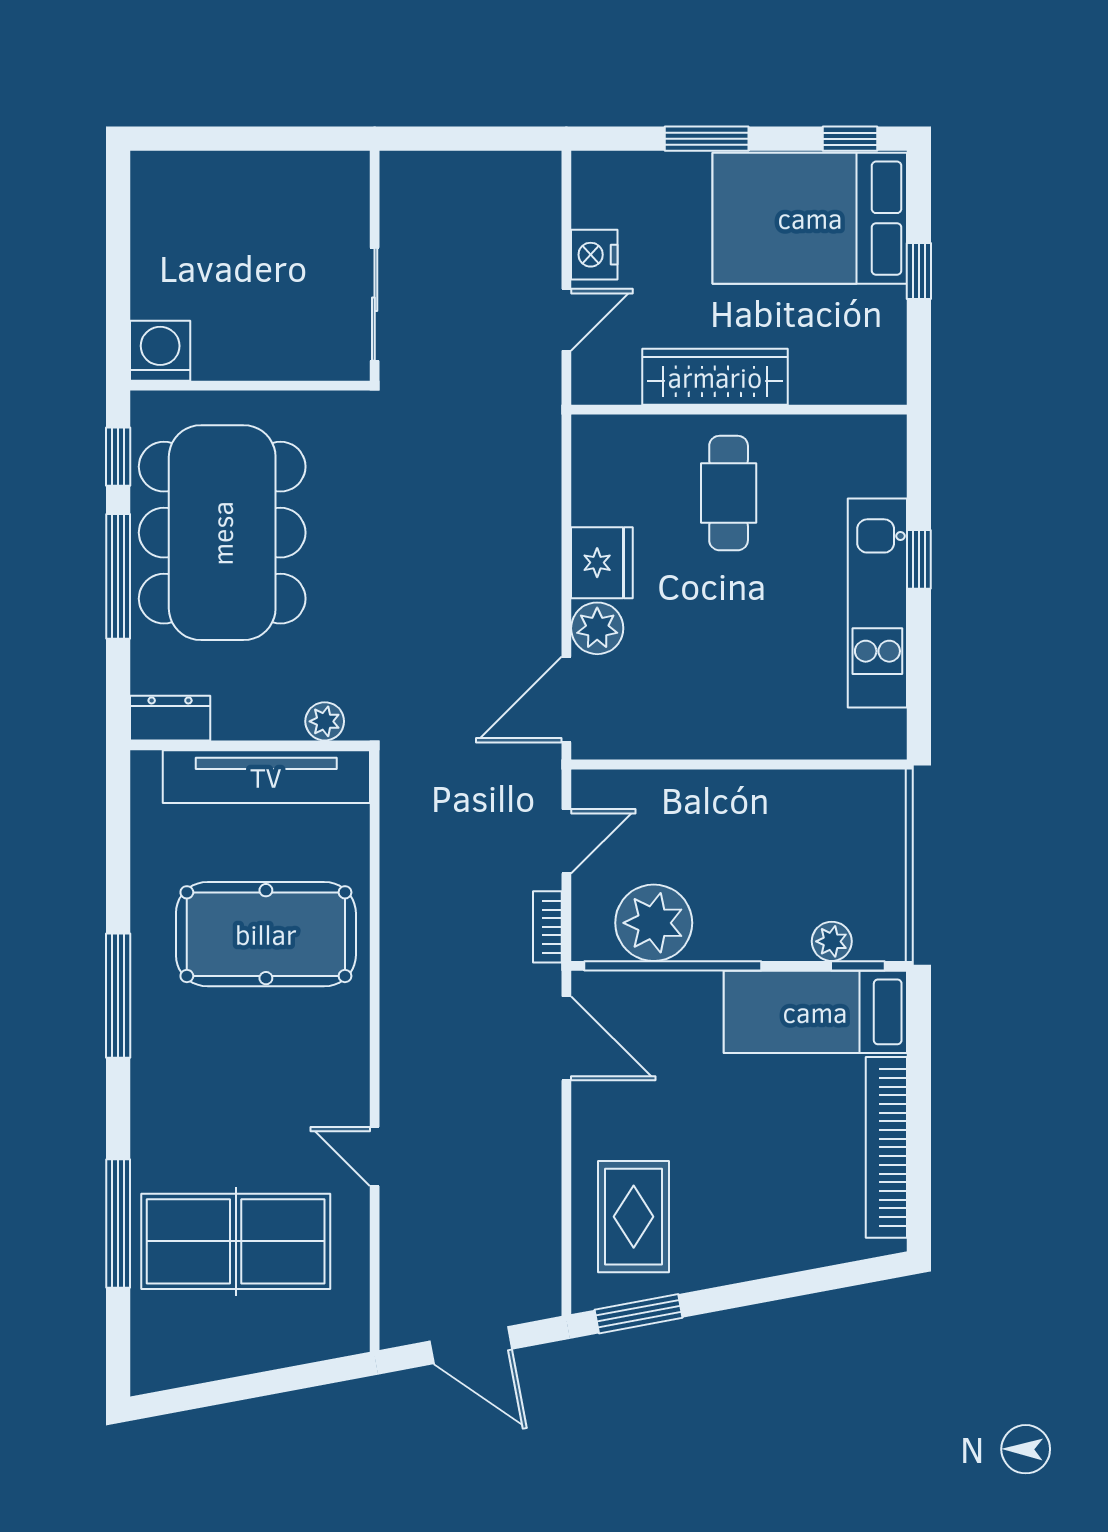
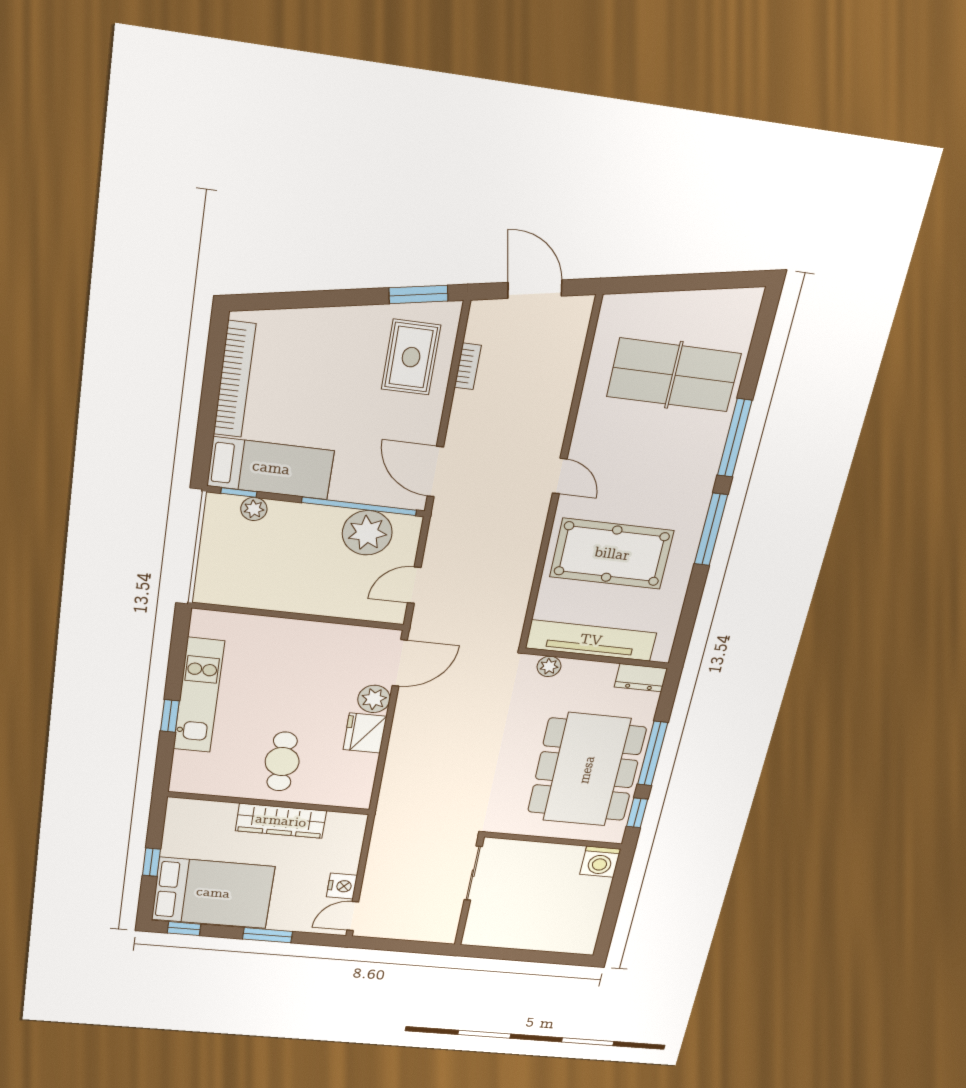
door: (566, 320) -> (353, 916), moved
bookcase: (547, 927) -> (468, 366), moved
door: (375, 1157) -> (560, 476), moved
window: (118, 1223) -> (735, 438), moved

